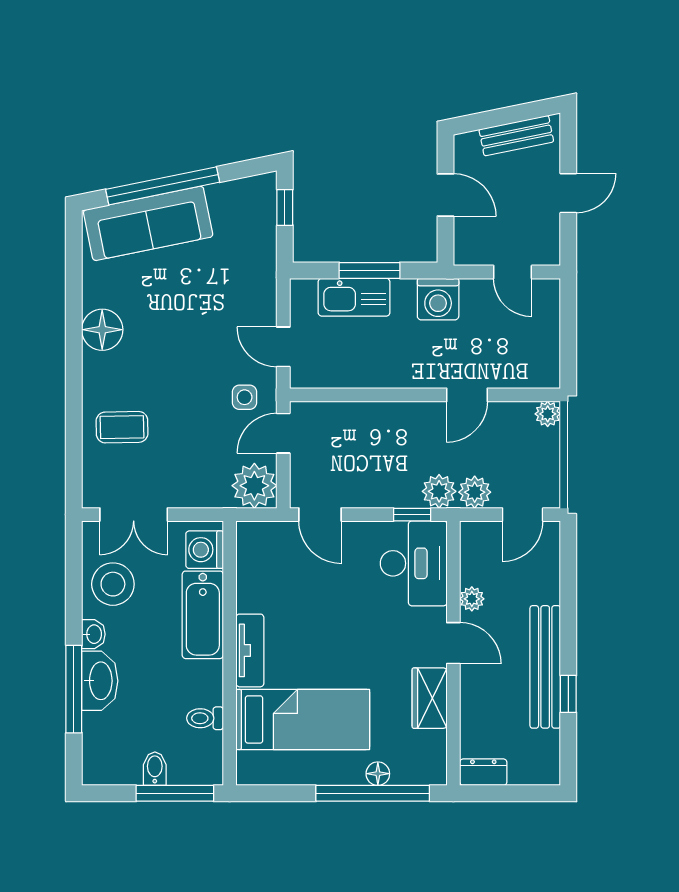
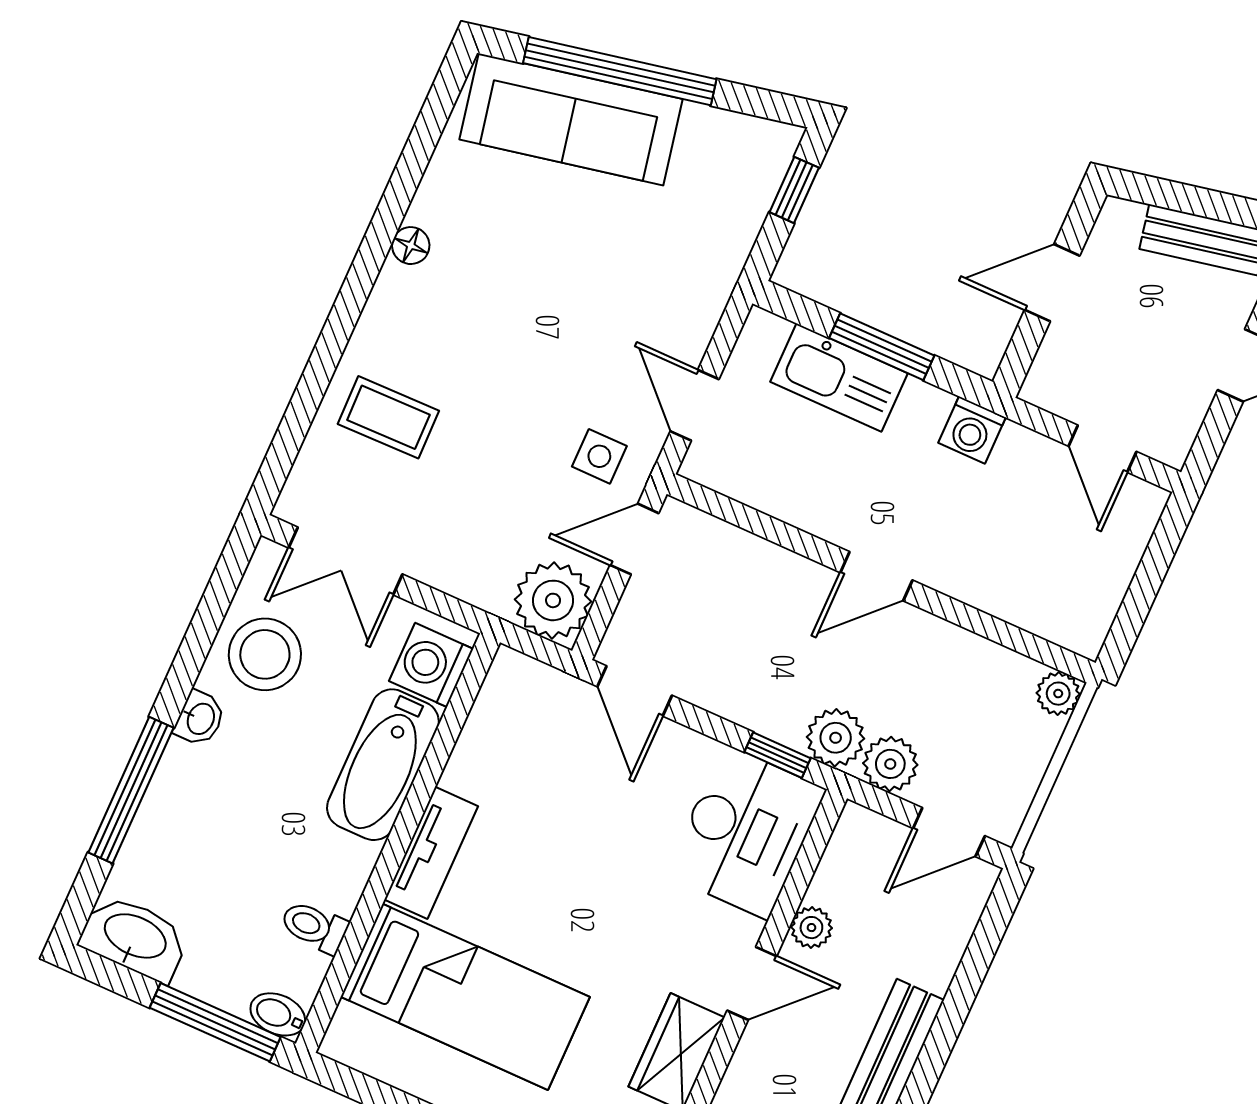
door: (445, 195) -> (1052, 283), swing flipped
washing machine: (438, 299) -> (972, 430), width x0.73, depth x0.73
floor lamp: (102, 330) -> (411, 246), width x0.53, depth x0.53
door: (467, 395) -> (876, 576), moved
door: (453, 643) -> (752, 983), hinge flipped
washbasin: (100, 681) -> (134, 938), moved, turned -90
bidet: (155, 769) -> (278, 1014), moved, turned -90

